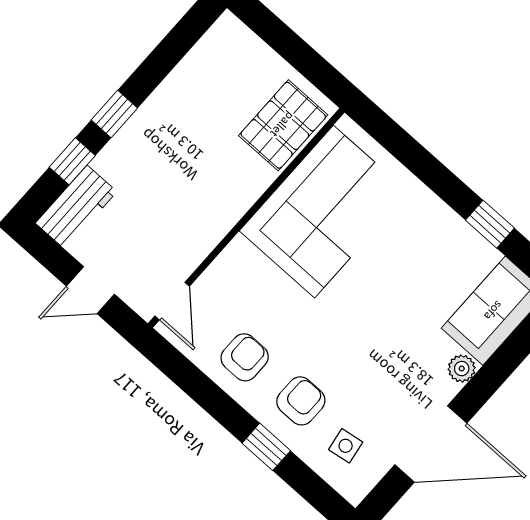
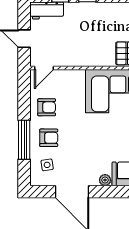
window: (266, 447) -> (24, 140), width x2.17

